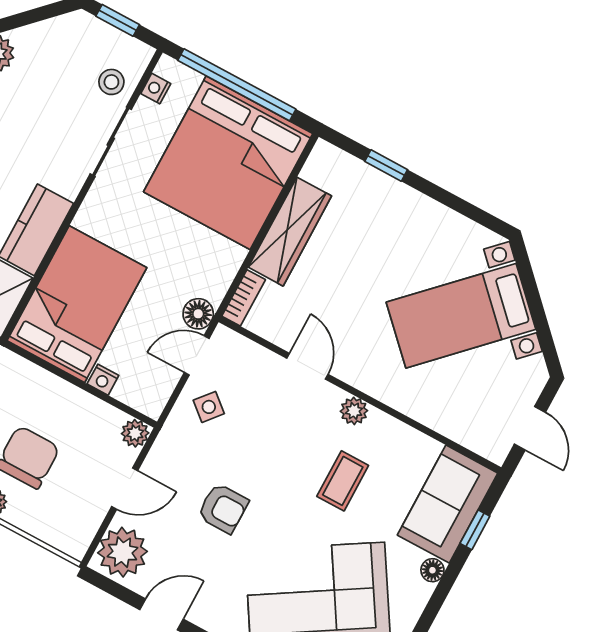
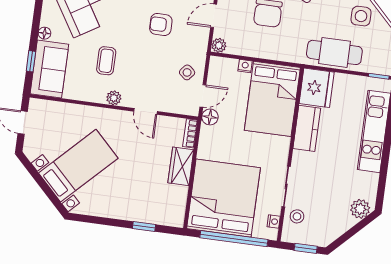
wardrobe: (290, 232) -> (181, 166), width x0.67

